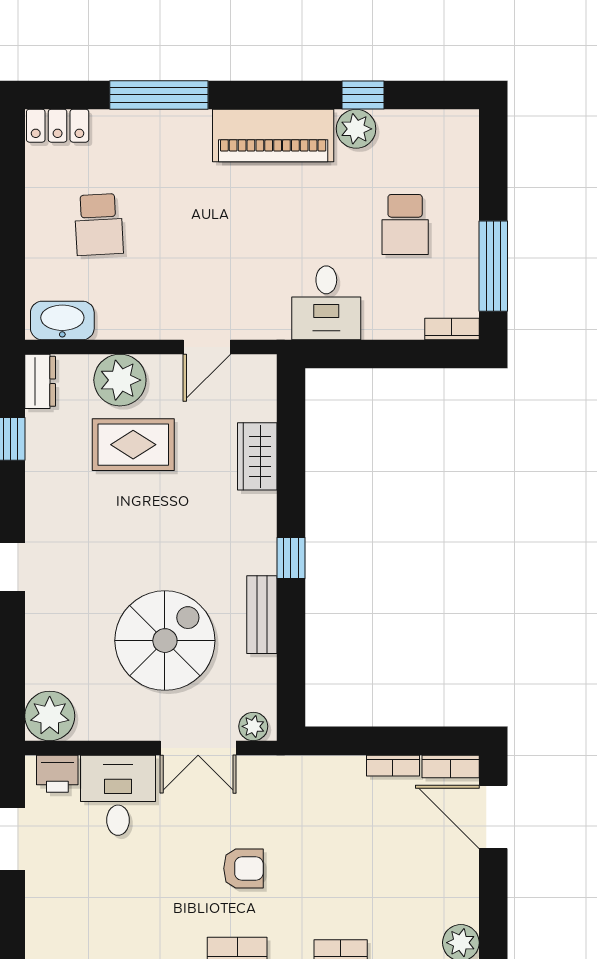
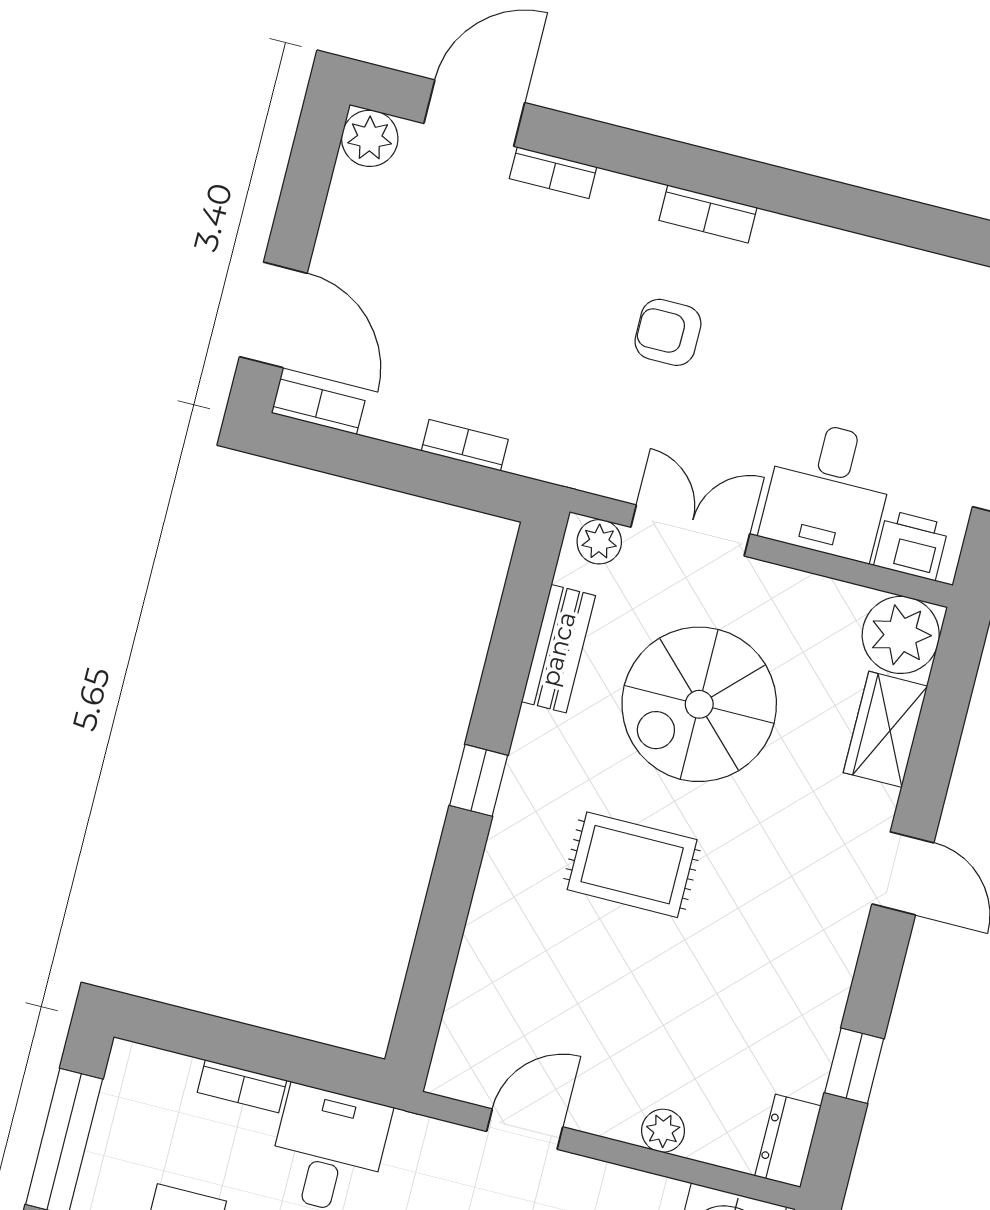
bookcase: (452, 329) -> (242, 1086), moved
plant: (120, 380) -> (663, 1131), width x0.53, depth x0.53
rug: (133, 445) -> (632, 865), moved
wardrobe: (257, 456) -> (885, 729), moved, turned 180
bench: (262, 615) -> (558, 649), moved
bookcase: (393, 766) -> (465, 445), moved

